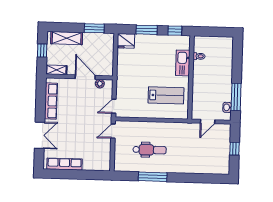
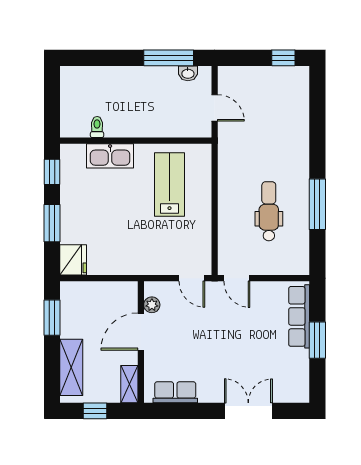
row of seats: (51, 101) -> (175, 392), width x0.68
window: (235, 149) -> (283, 58), moved
row of seats: (65, 164) -> (299, 316), moved
window: (78, 175) -> (317, 340), added

